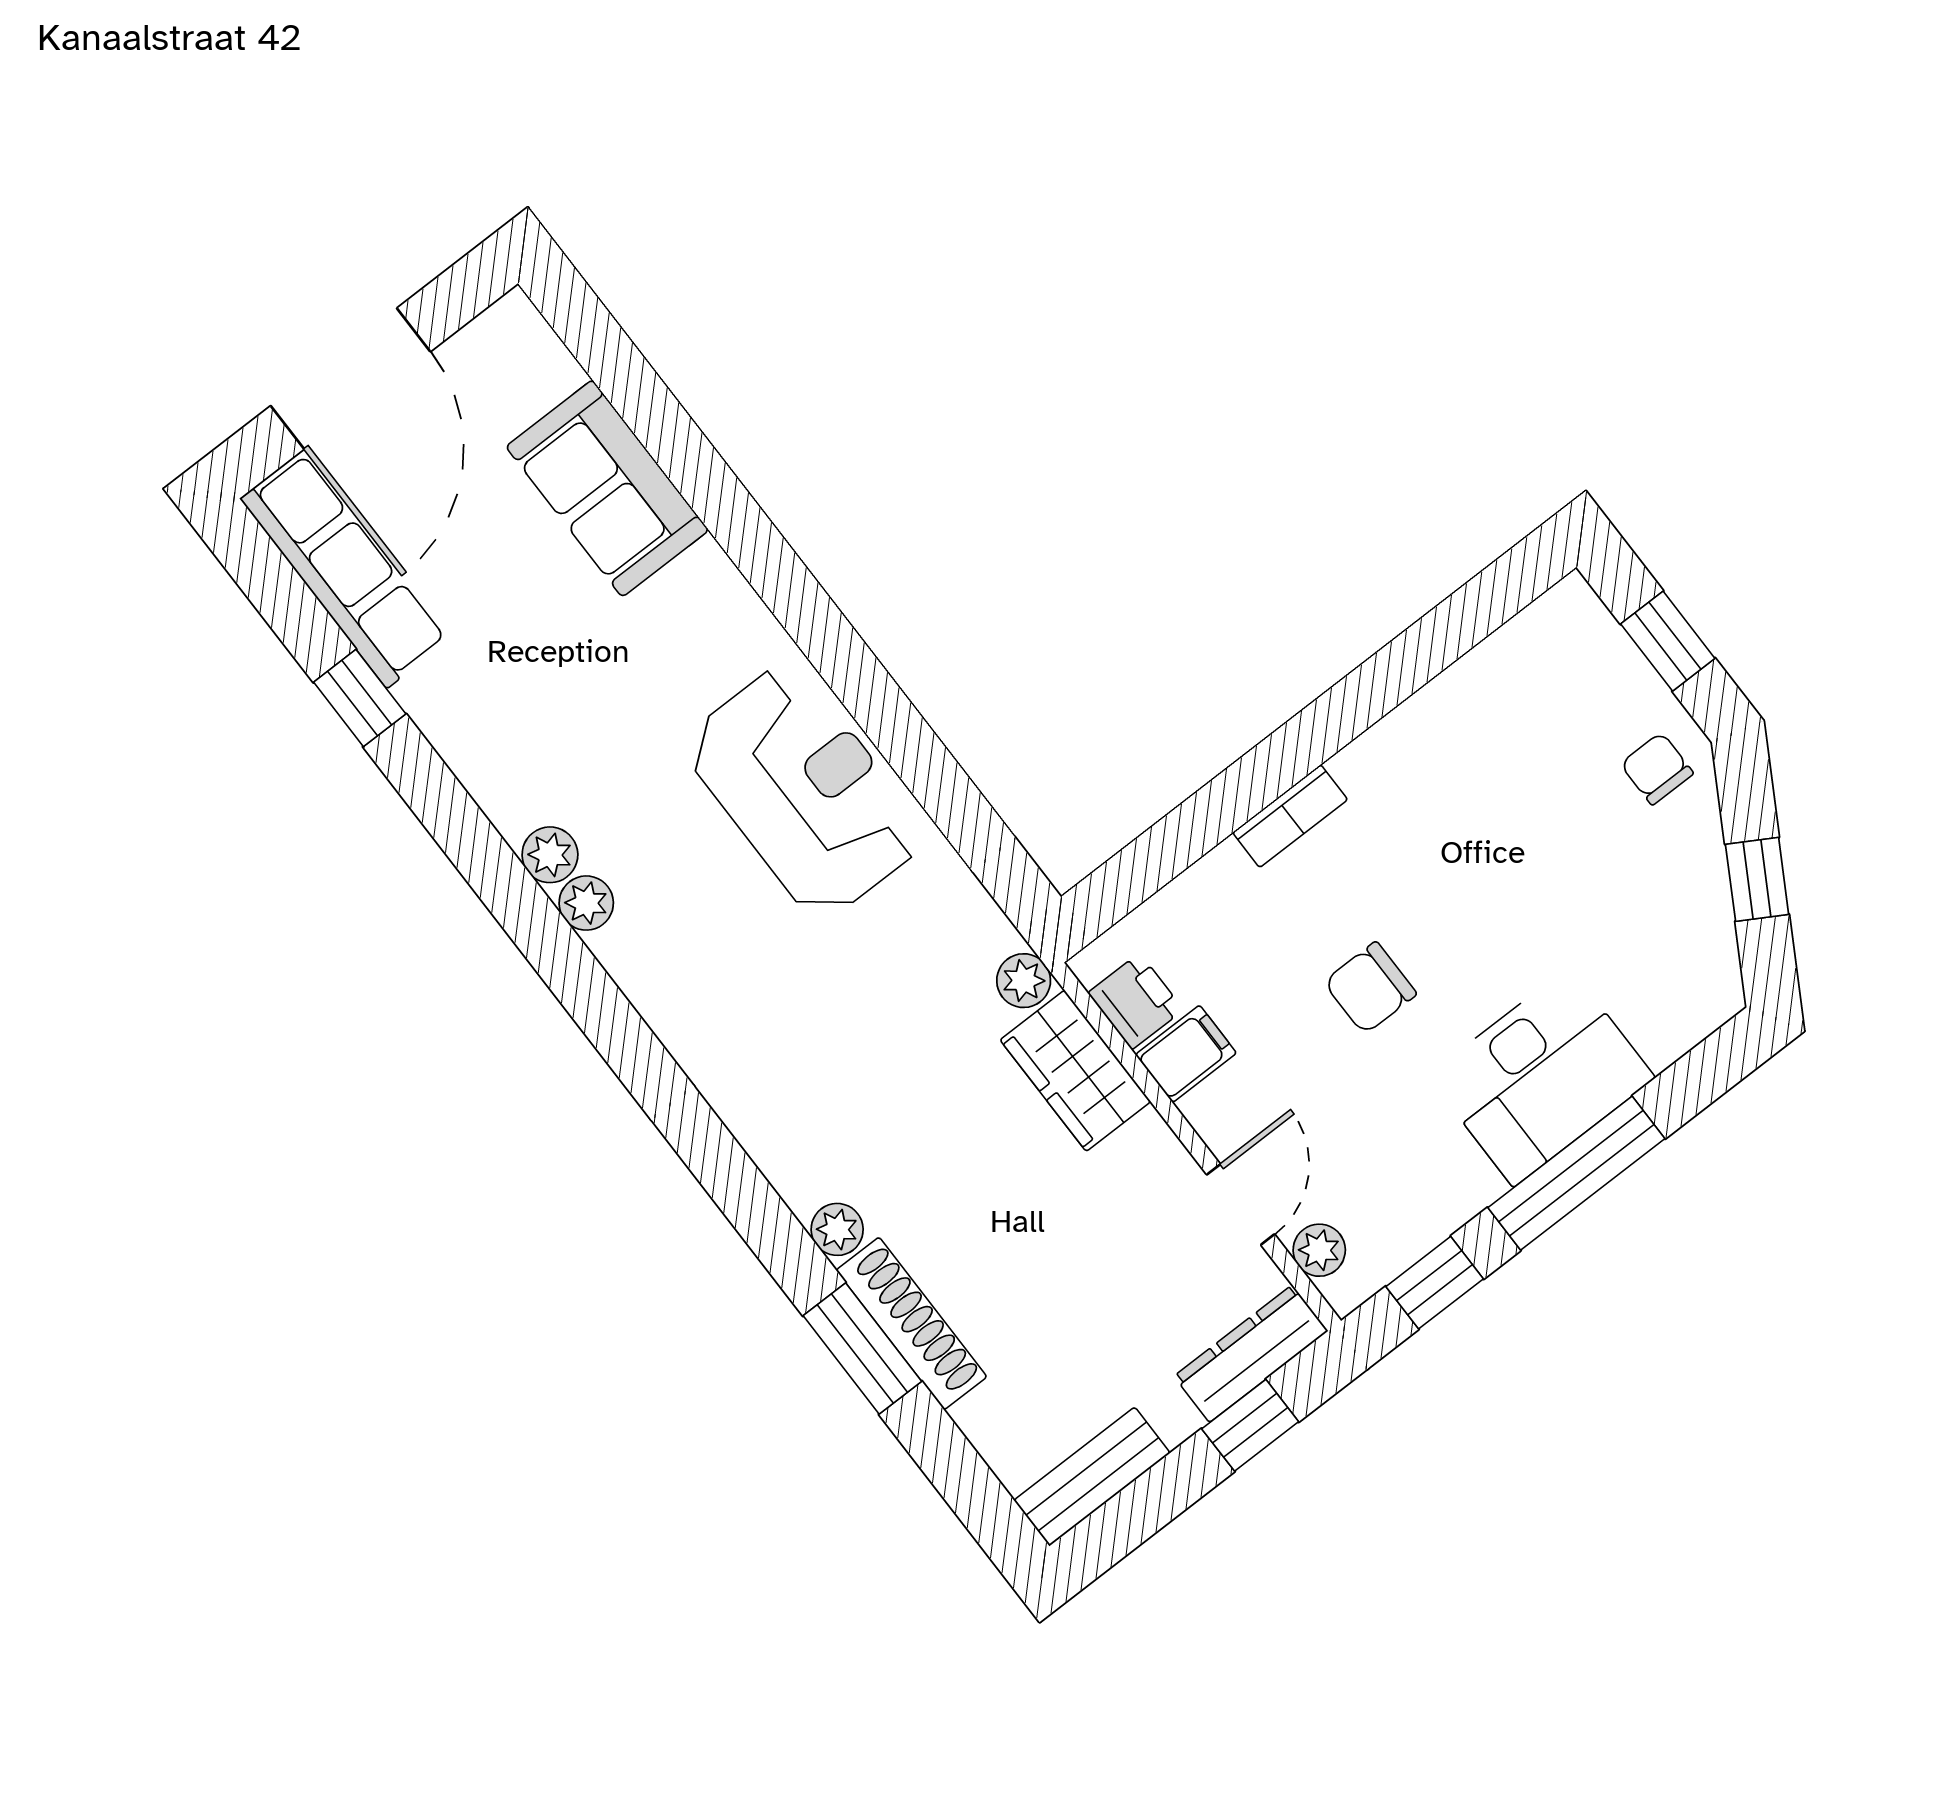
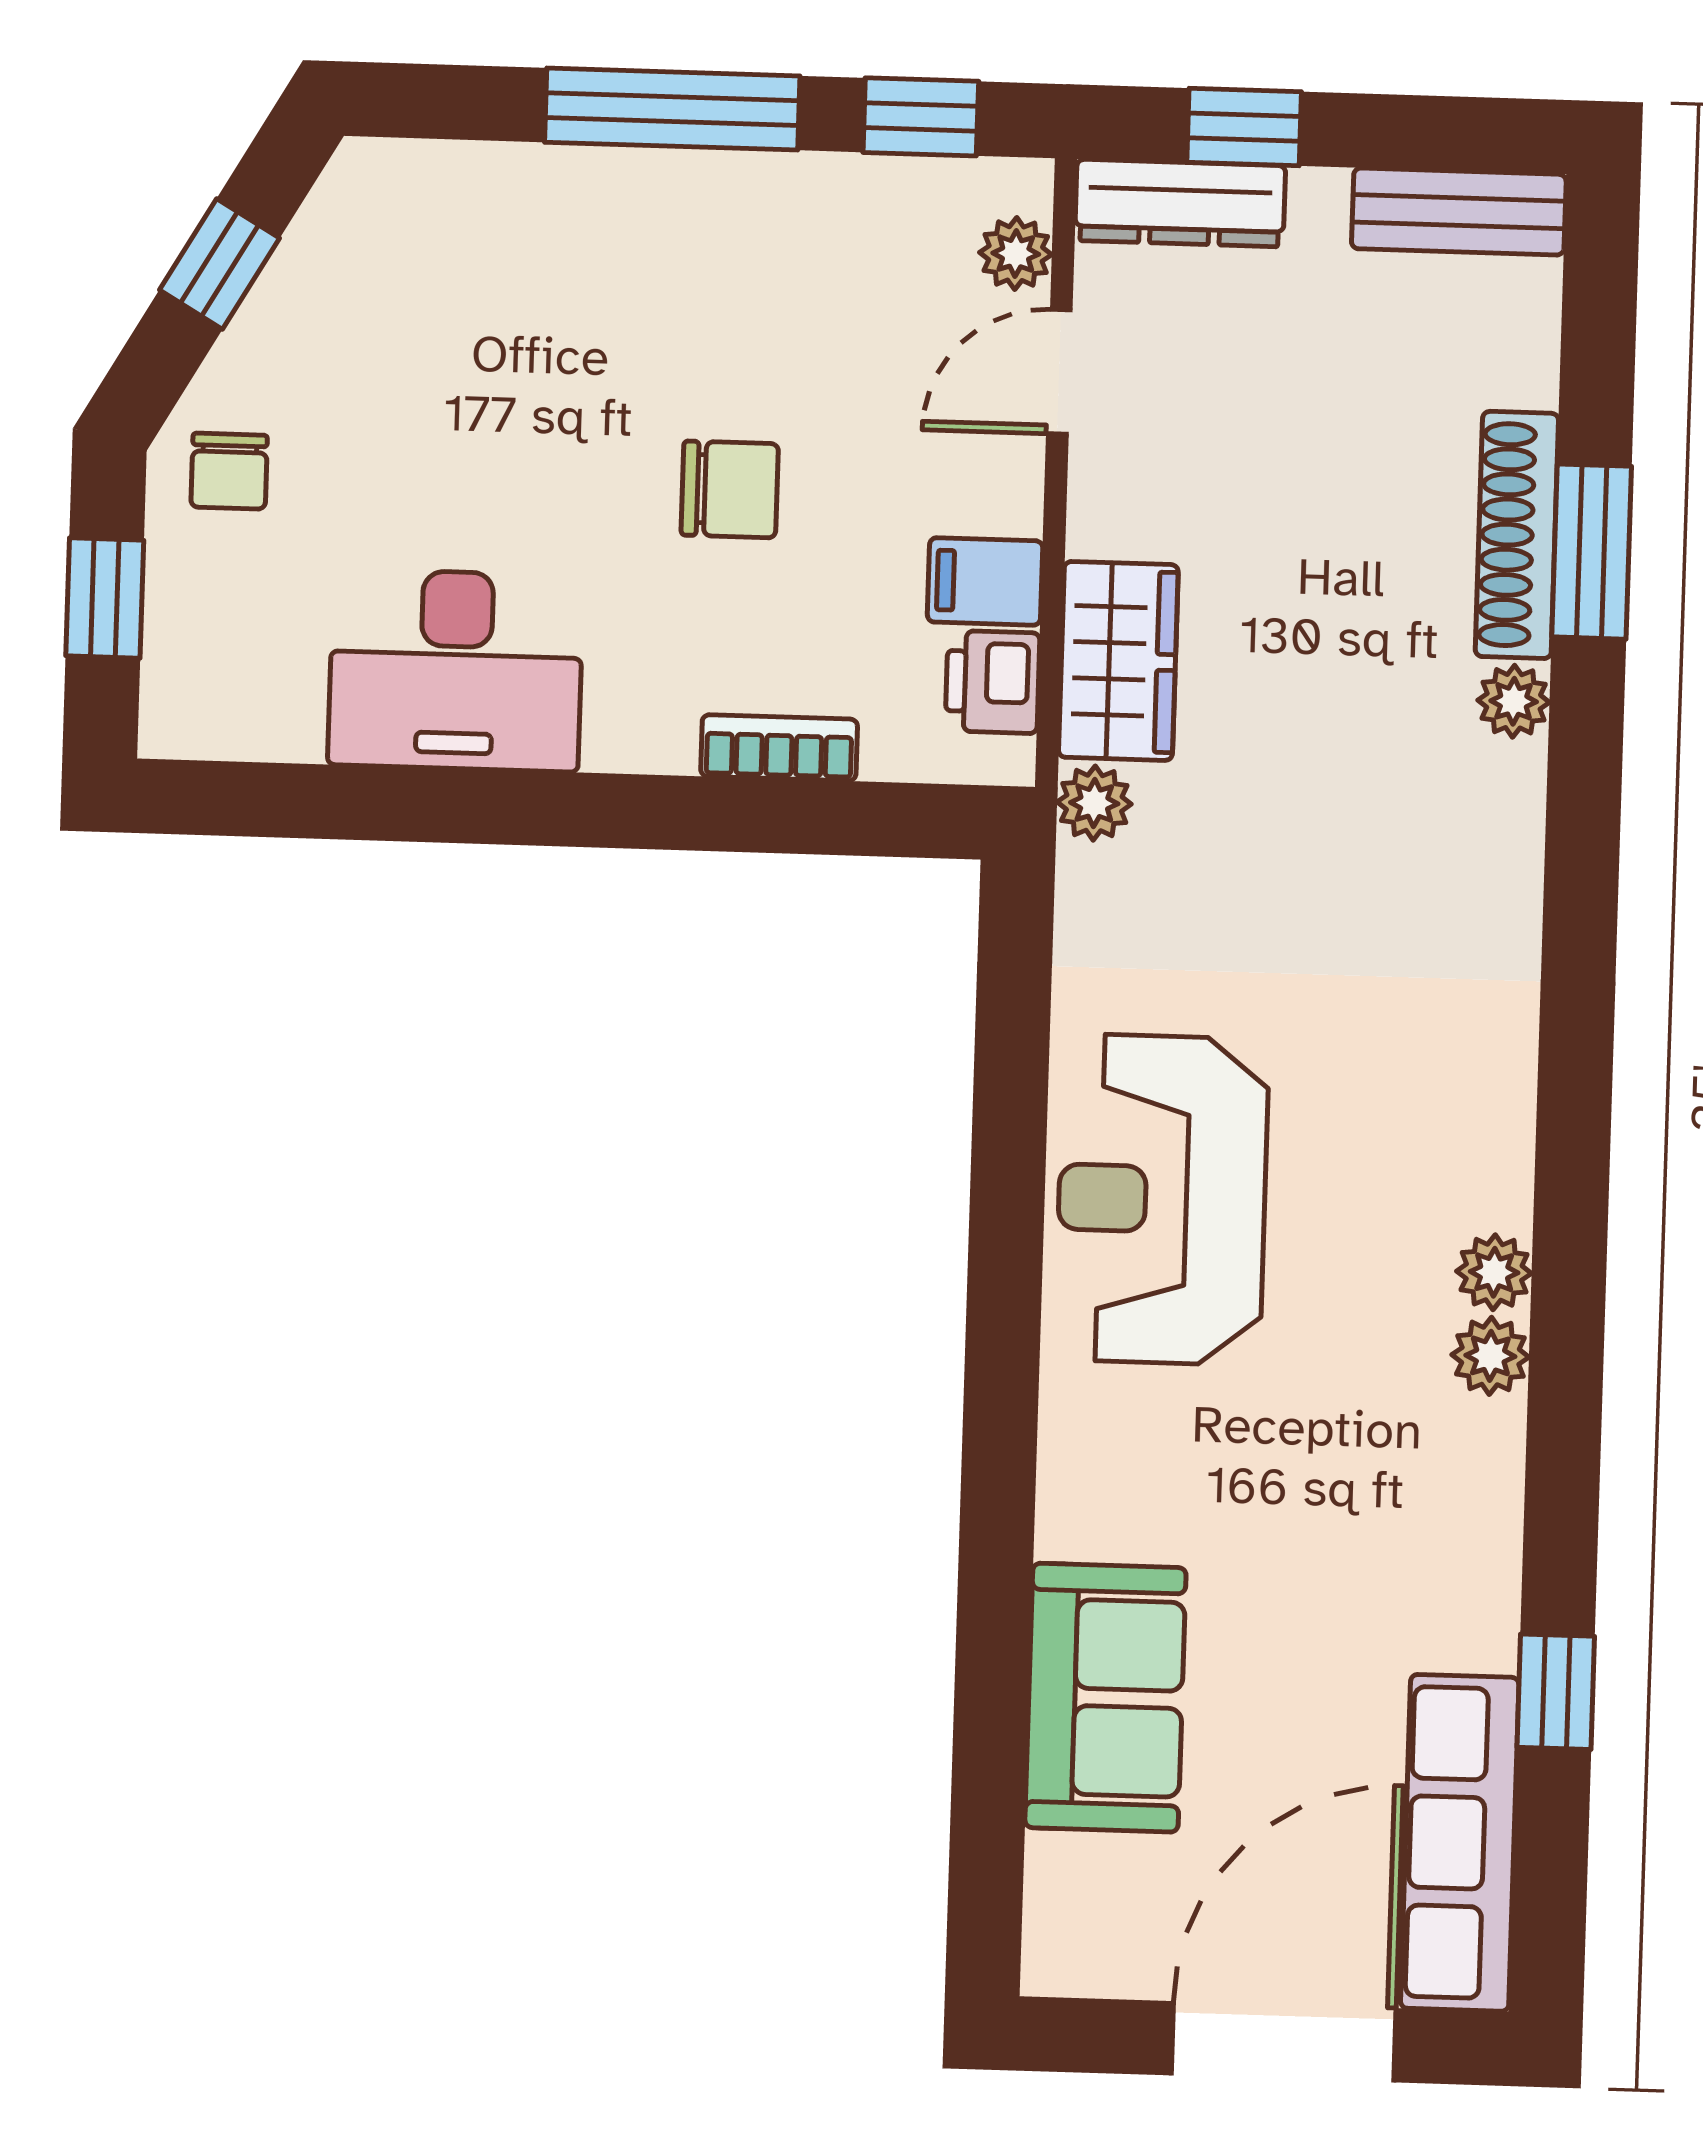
bookcase: (1290, 816) -> (779, 748), moved
desk: (1541, 1077) -> (456, 670), moved, turned 180

